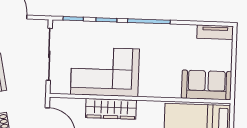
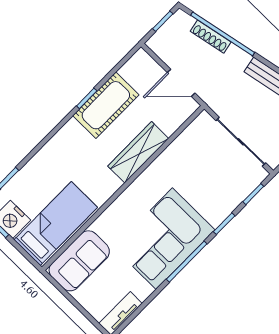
corner sofa: (105, 72) -> (164, 239), moved, turned 180

